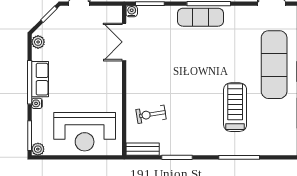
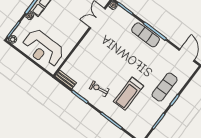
exercise mat: (274, 65) -> (165, 87), width x0.73, depth x0.69
treadmill: (235, 107) -> (129, 94), turned 180
exercise bike: (151, 114) -> (99, 89), moved

